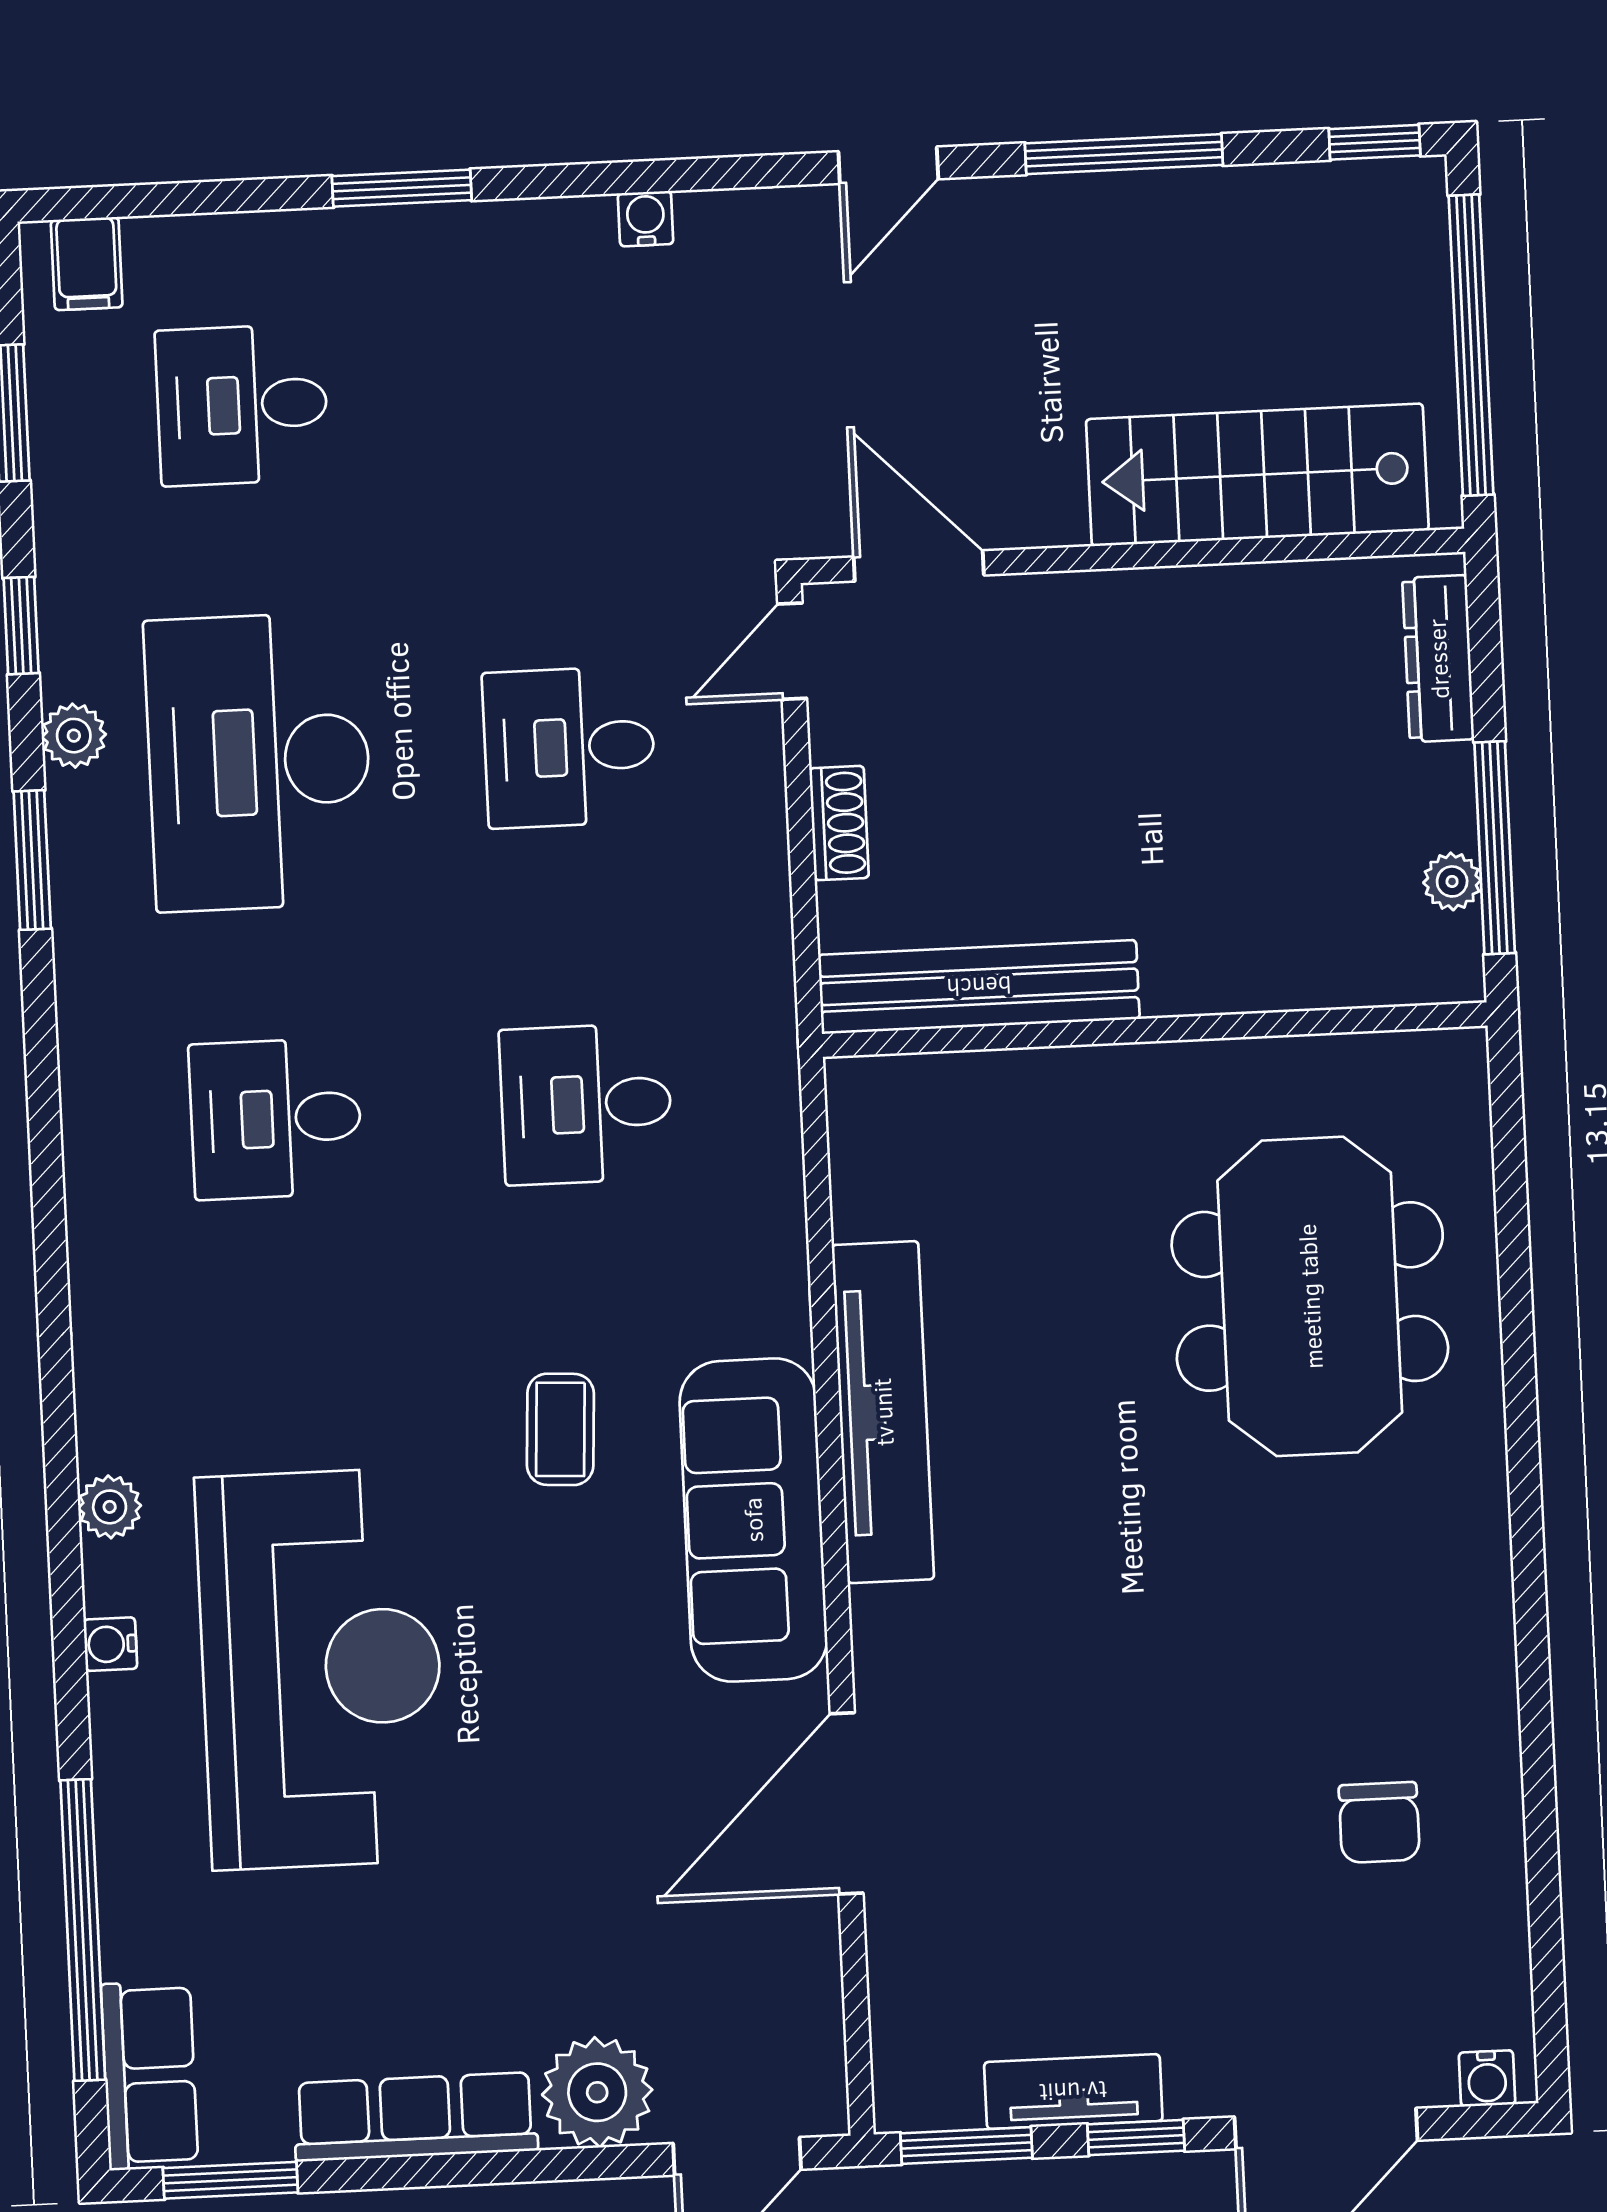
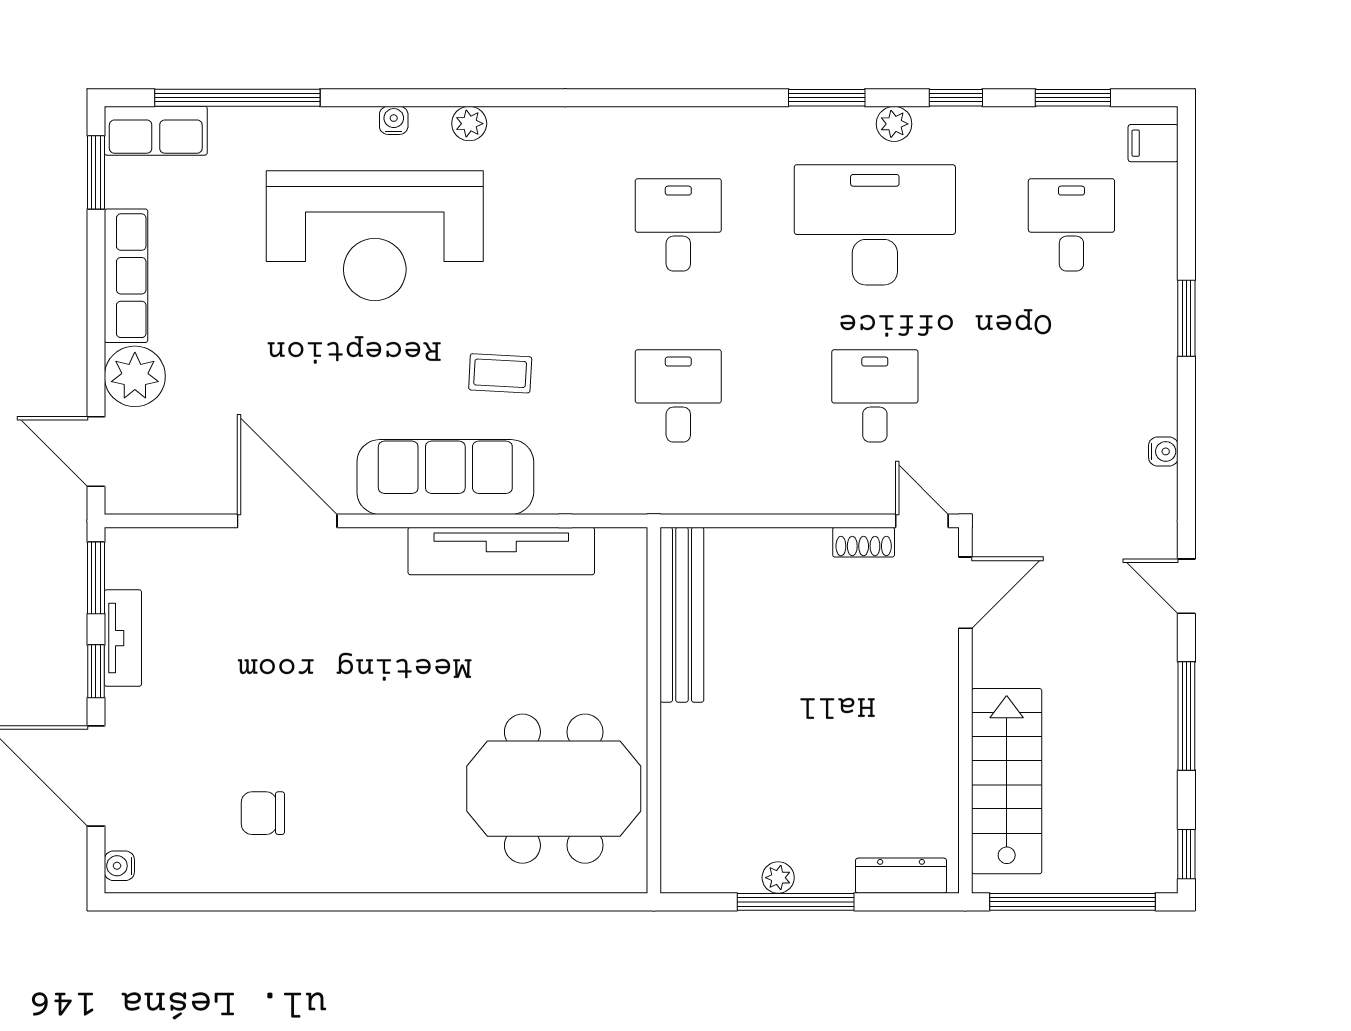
shoe rack: (839, 823) -> (864, 542), moved
bench: (979, 987) -> (682, 615), moved
wall: (1155, 1030) -> (654, 710), moved

